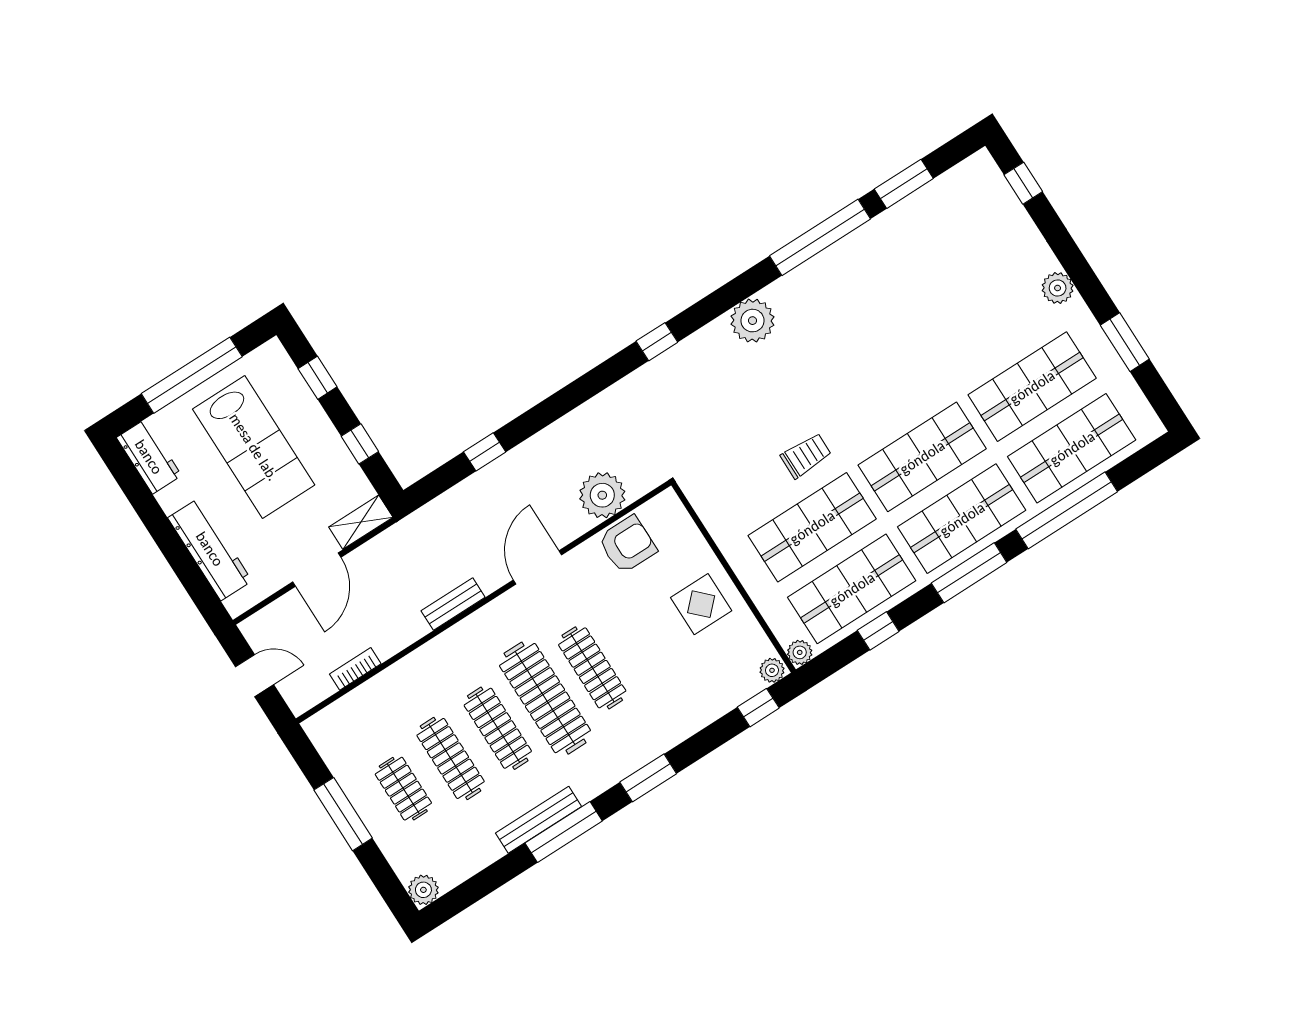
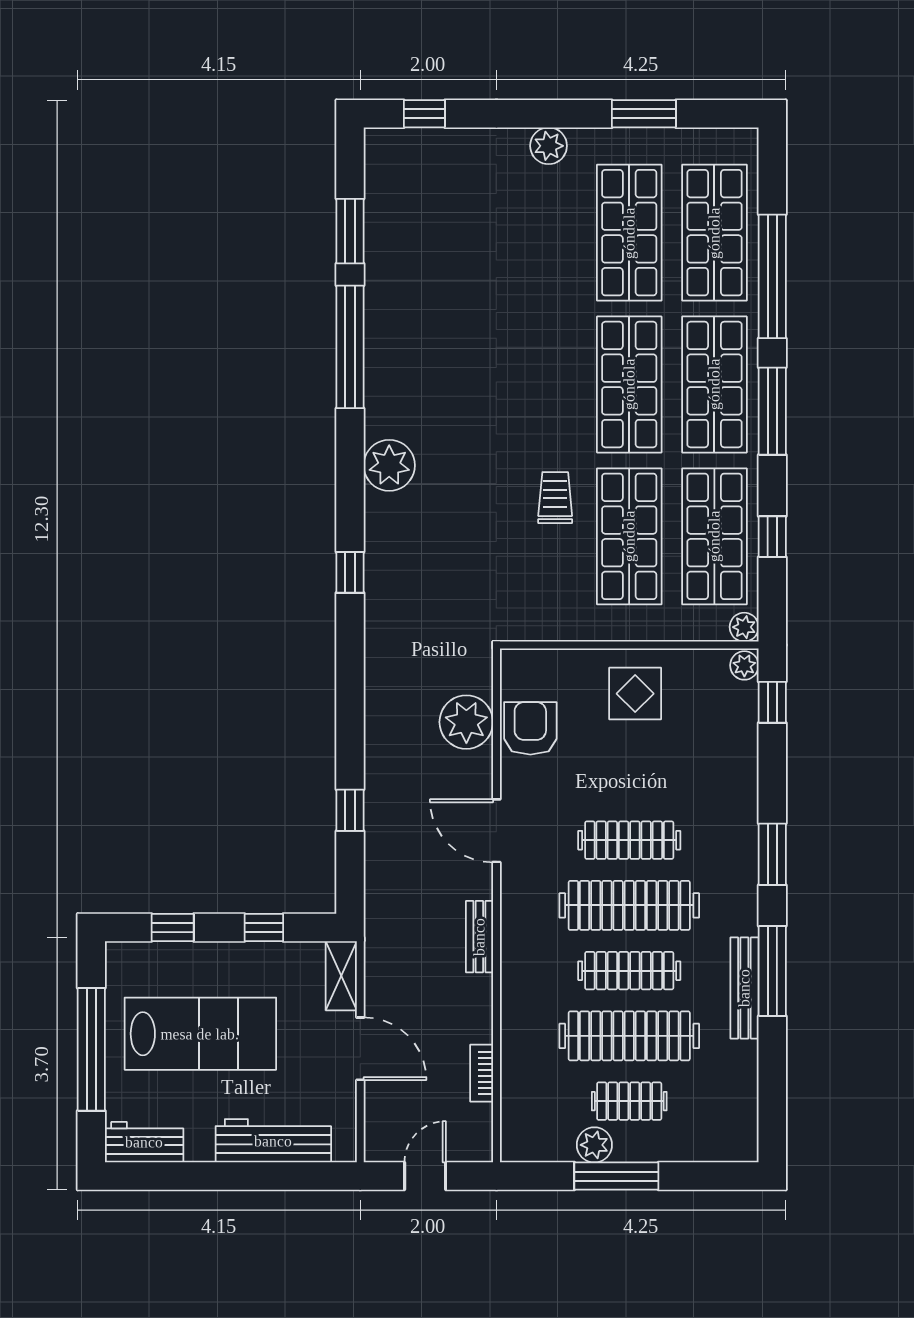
clothes rail: (451, 758) -> (629, 1036), width x1.37, depth x1.31
plant: (423, 890) -> (594, 1145), moved

